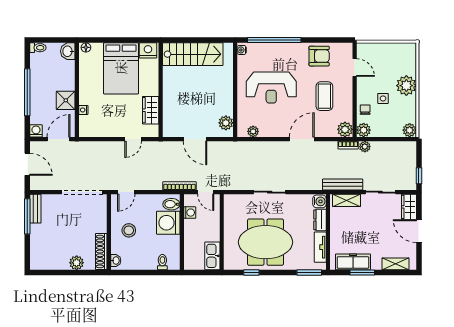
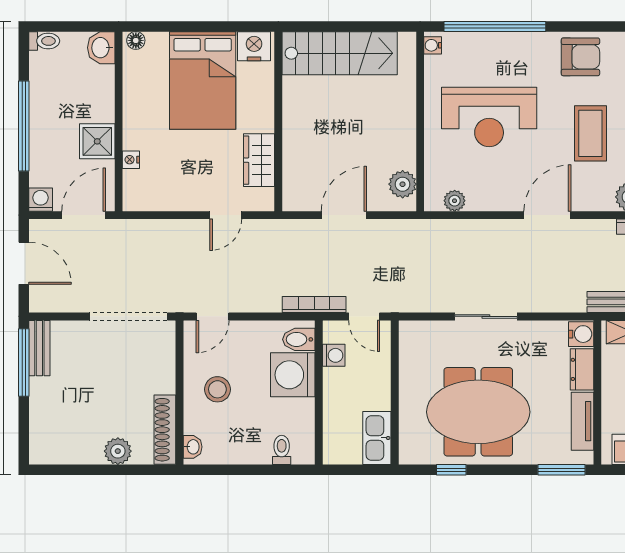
door: (195, 139) -> (344, 215), swing flipped

